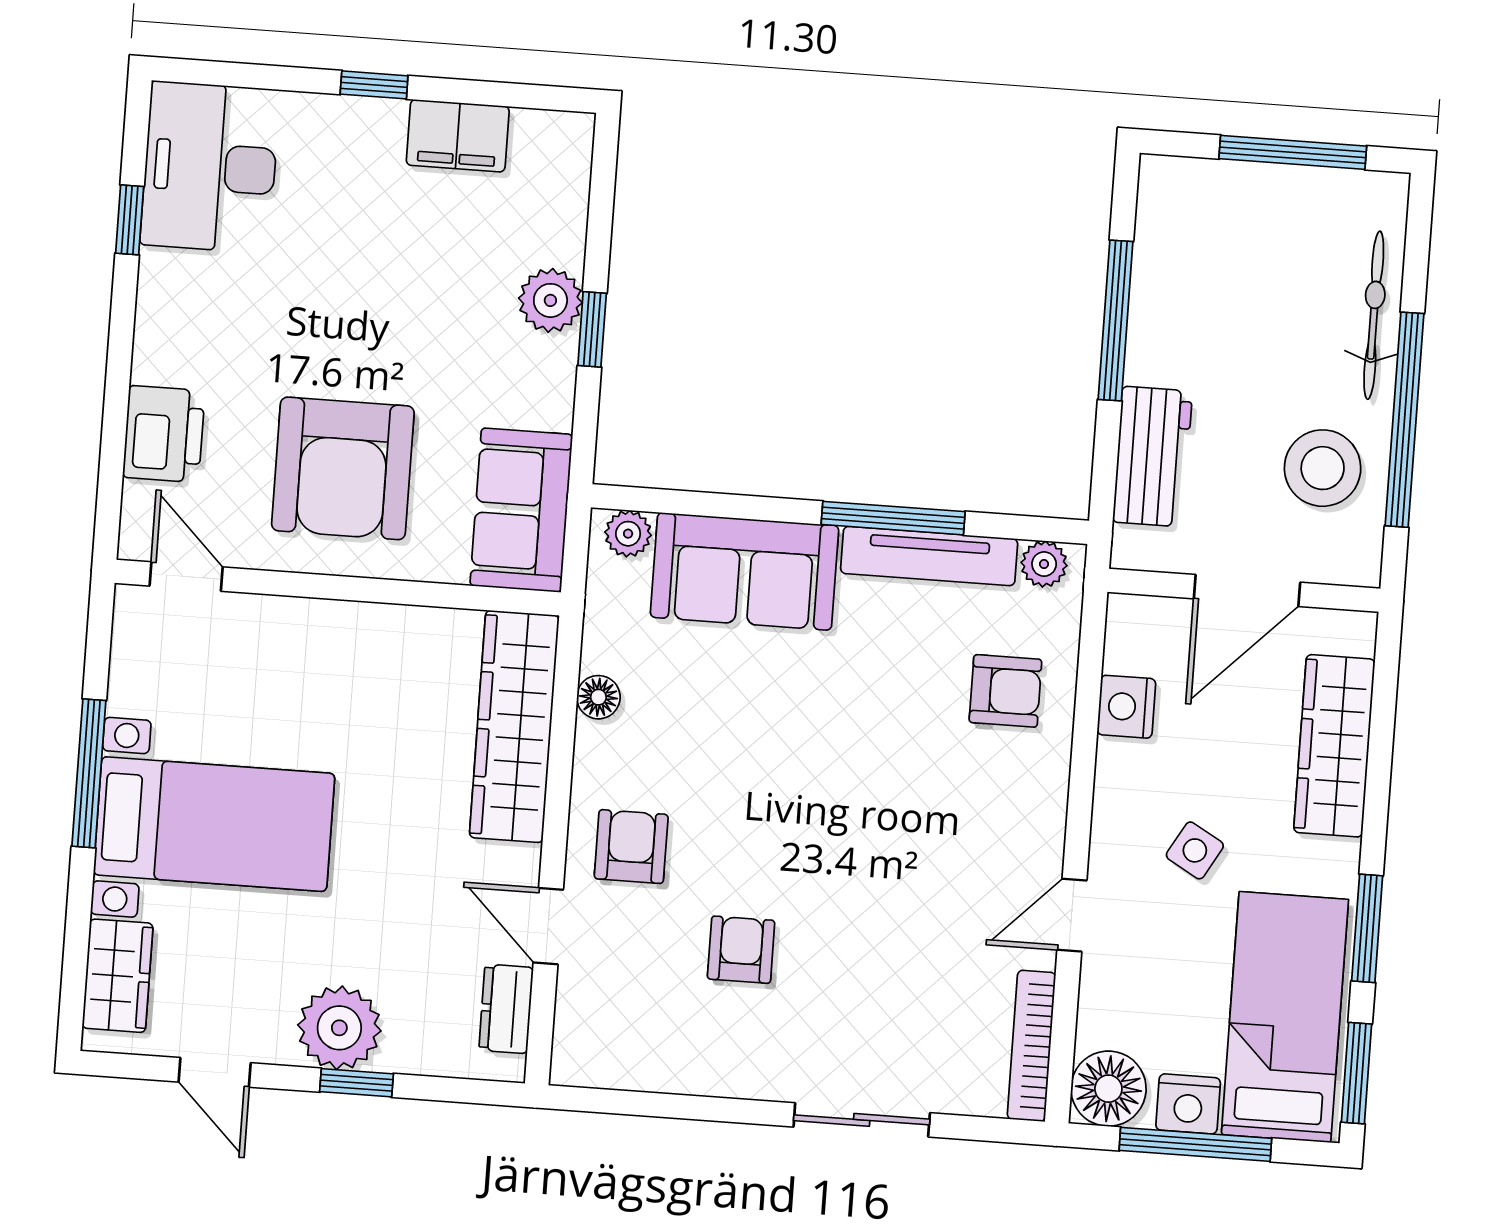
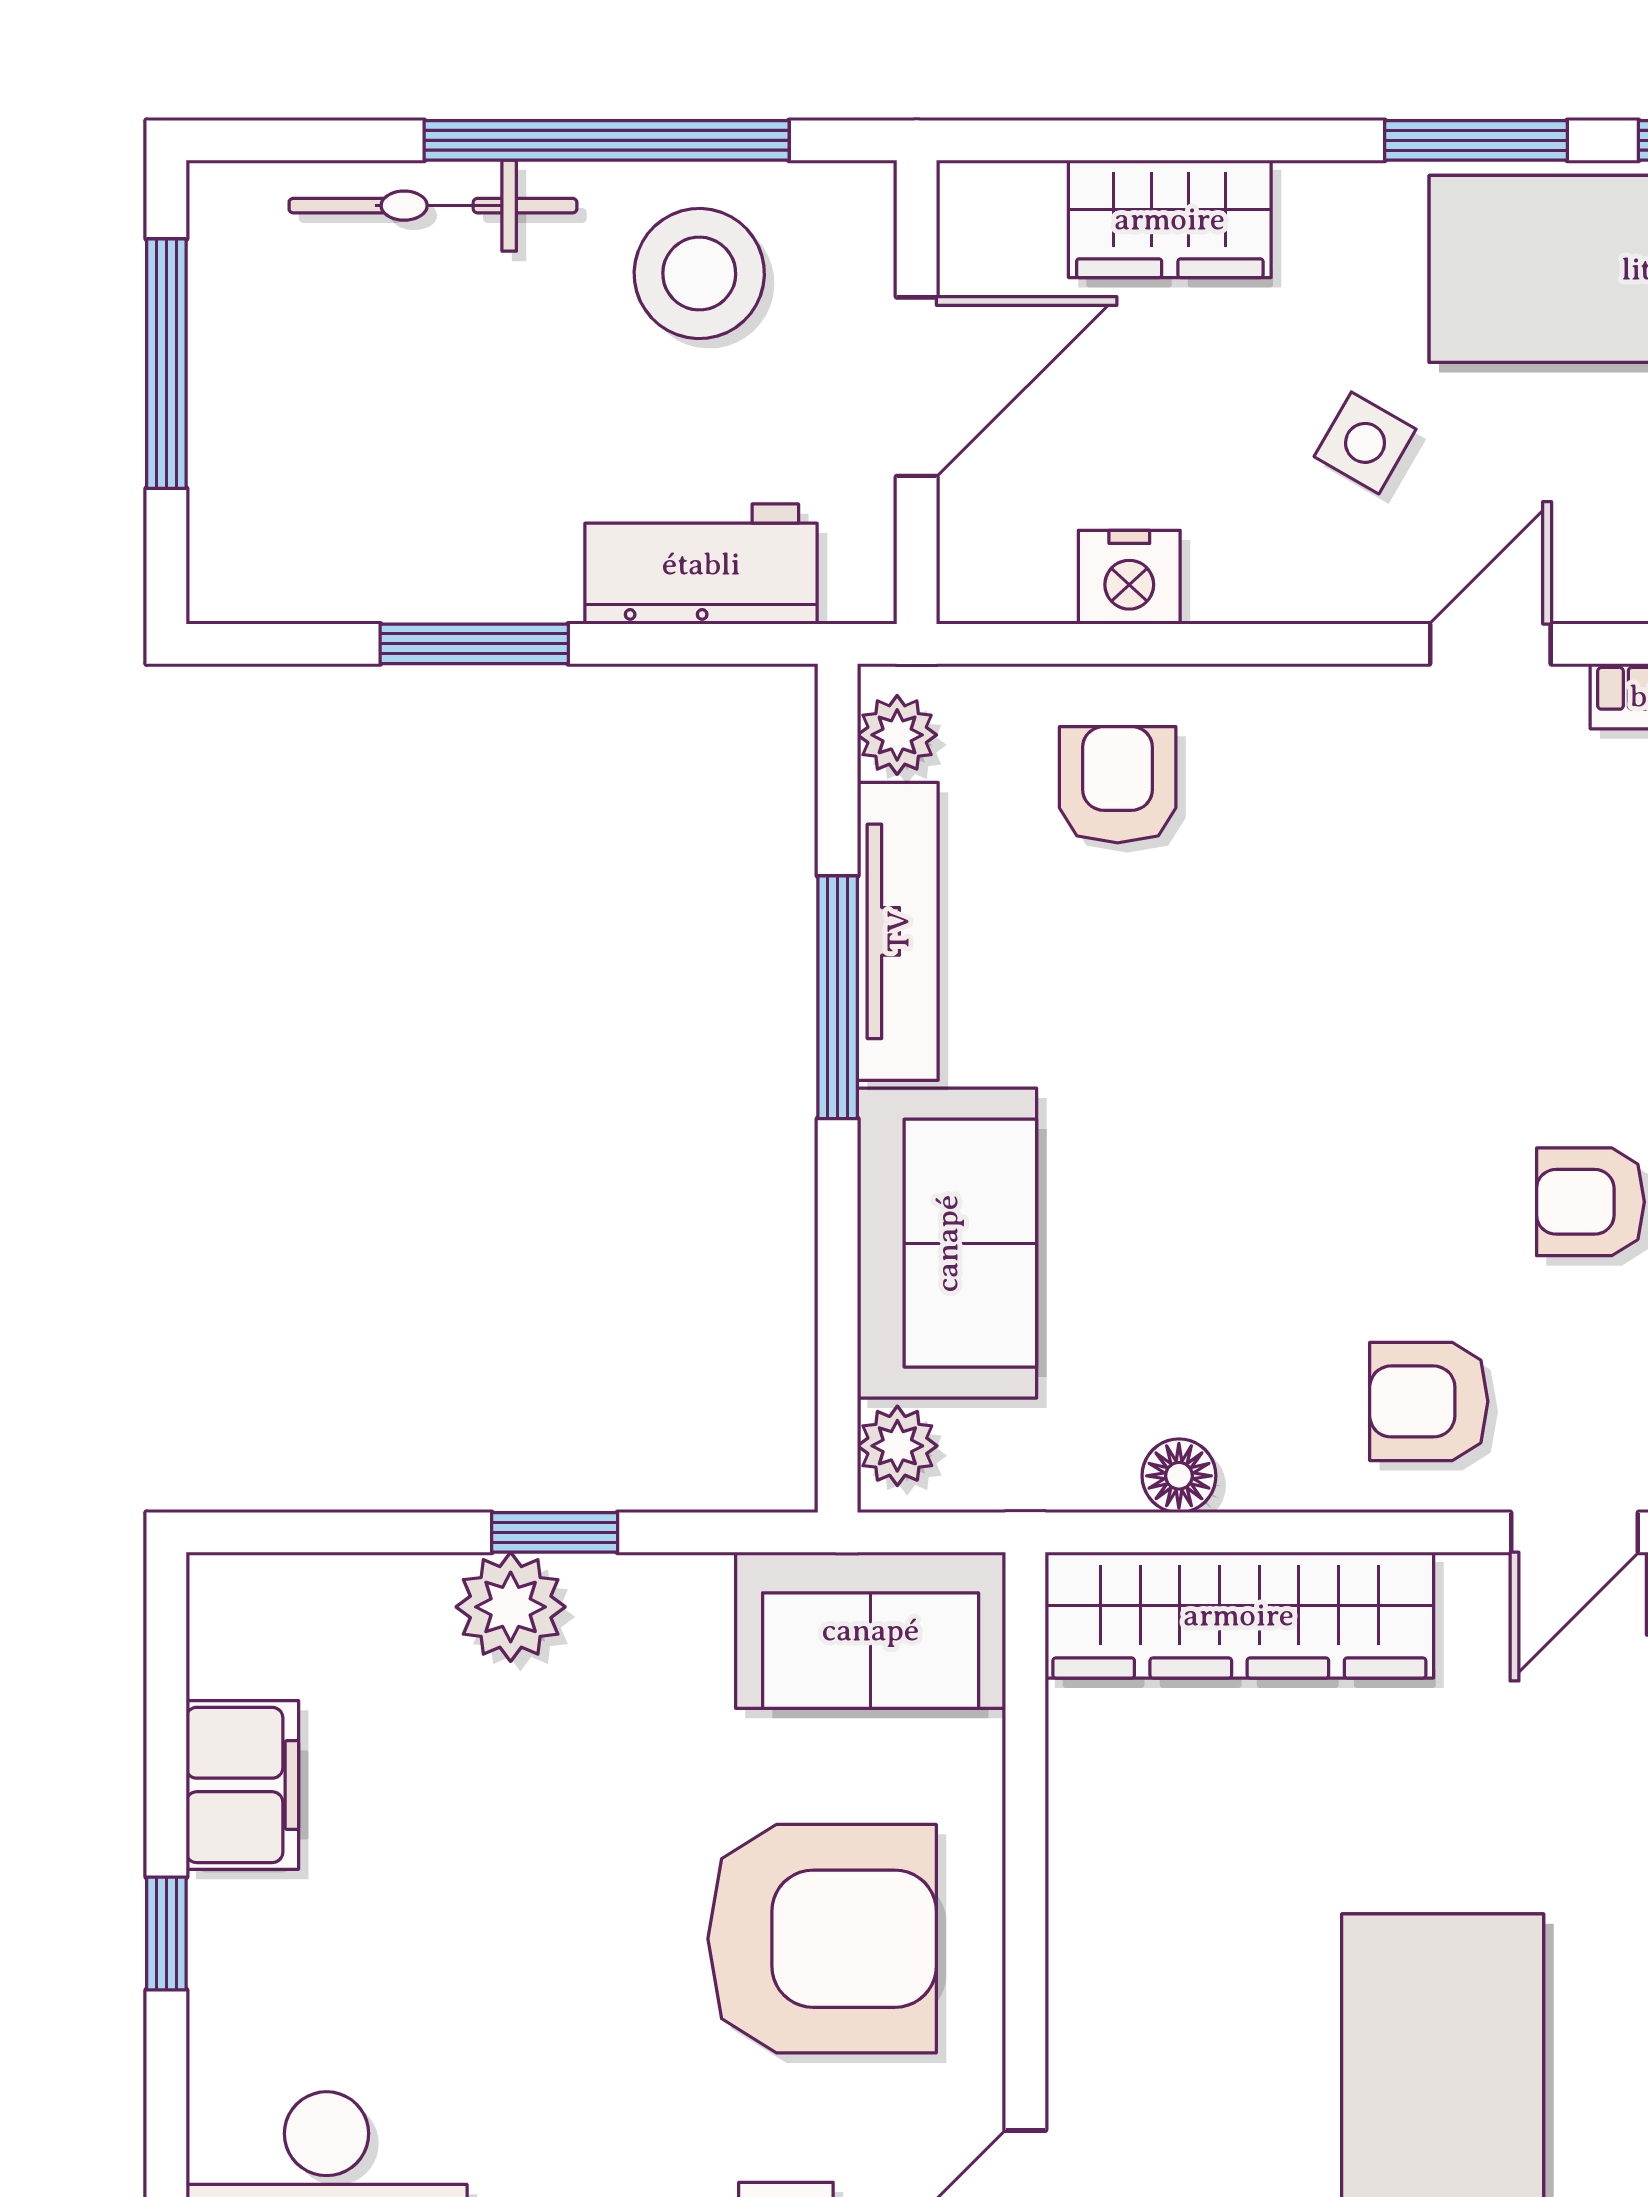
window: (1116, 320) -> (474, 644), width x0.69
door: (1247, 590) -> (917, 387), hinge flipped
wardrobe: (1334, 746) -> (1170, 219), width x0.67
door: (1072, 915) -> (1490, 644), swing flipped

